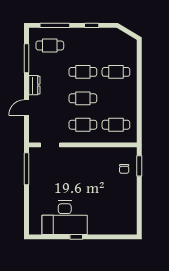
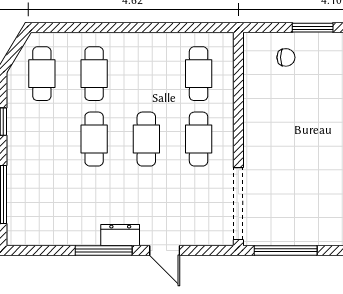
cafe table: (50, 45) -> (42, 74), moved
window: (27, 58) -> (104, 250), moved
doorway: (50, 145) -> (238, 204), width x1.87
window: (139, 166) -> (313, 28), moved

